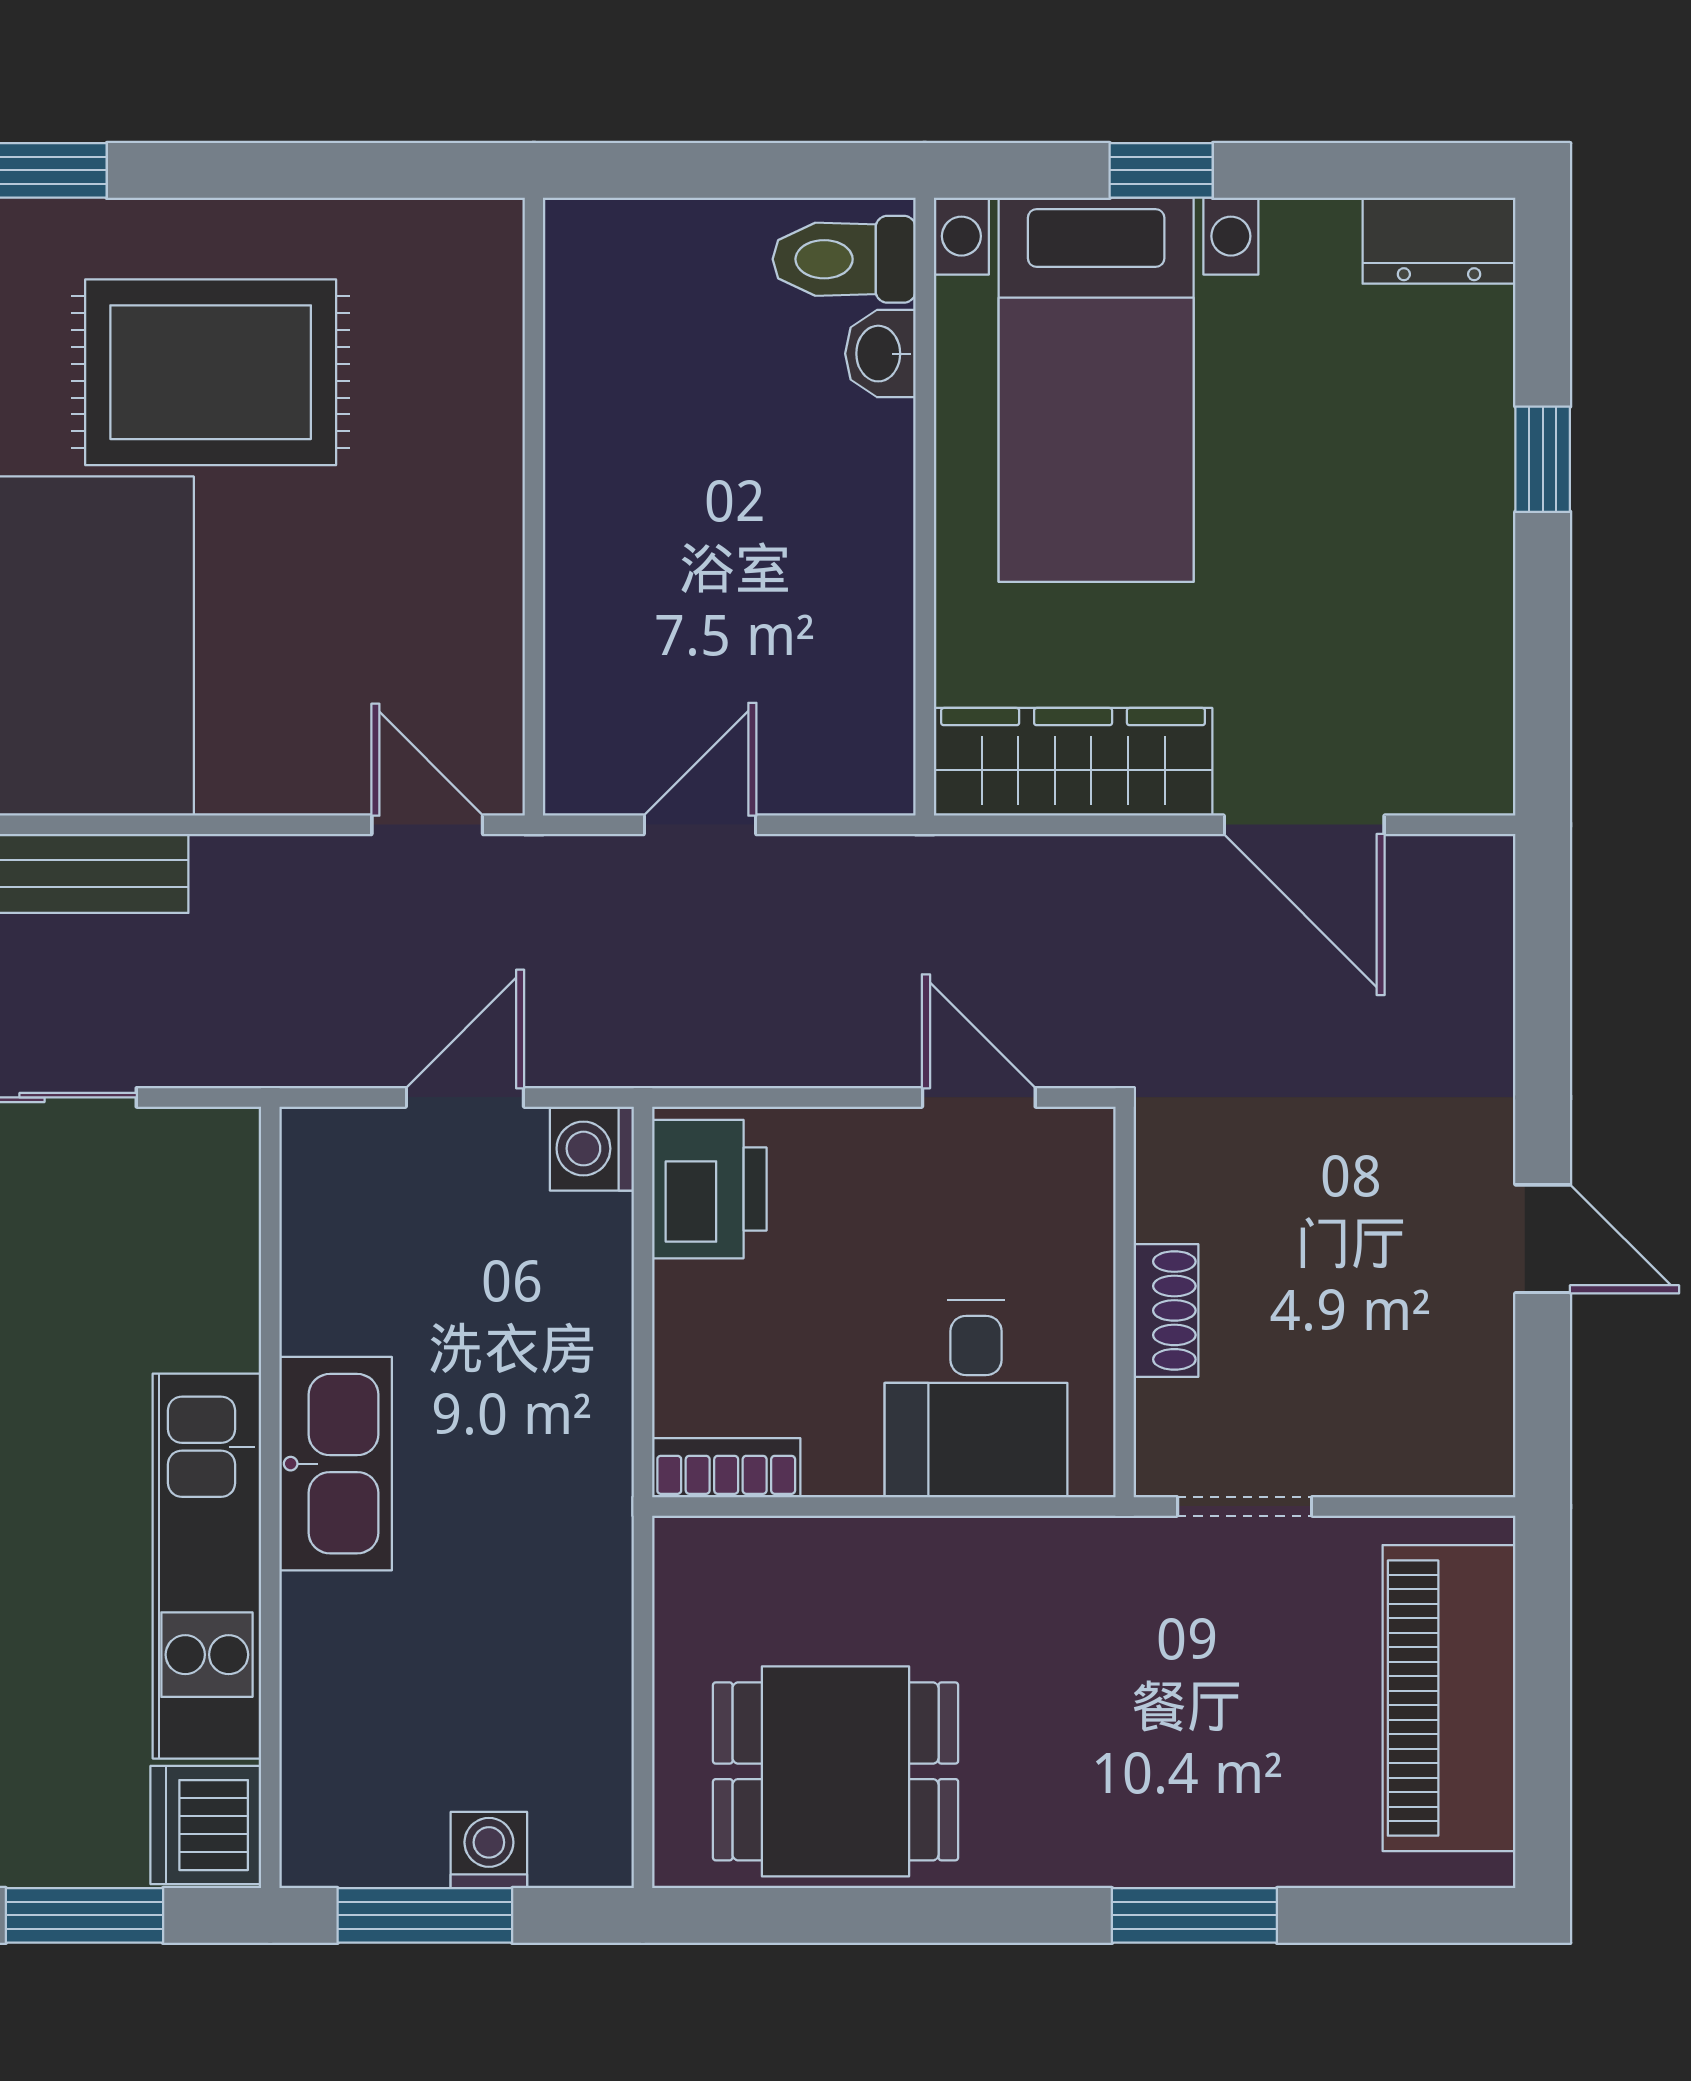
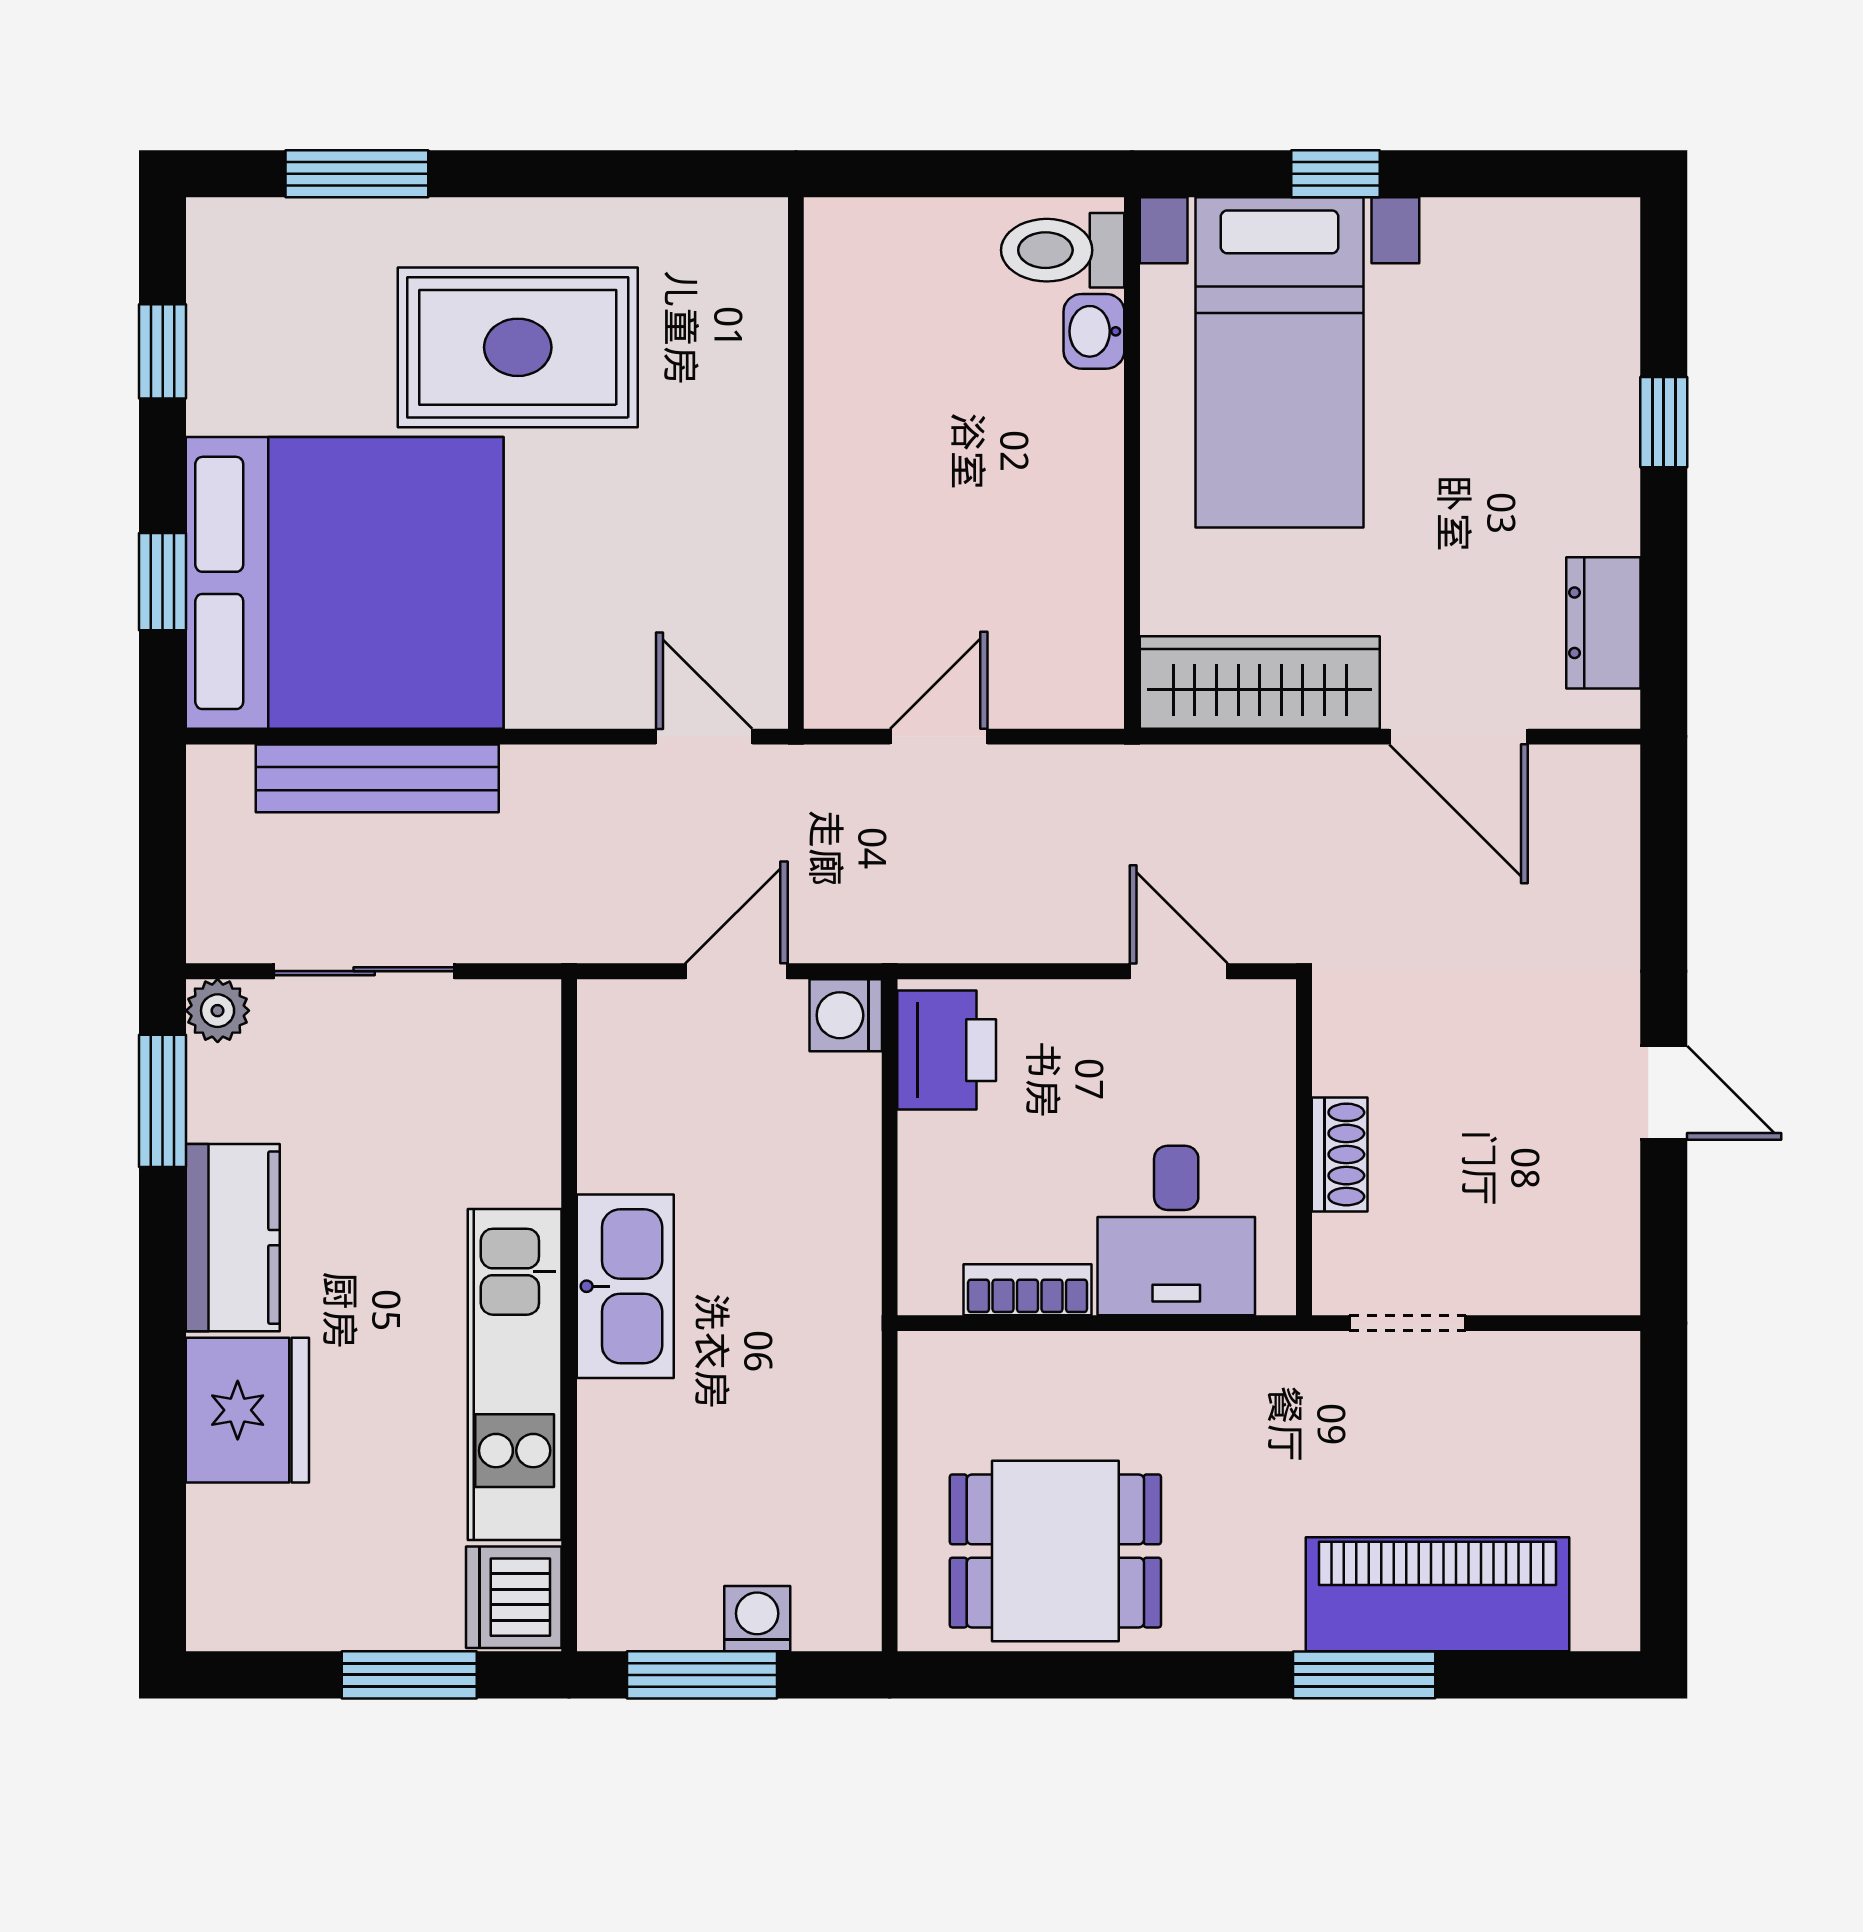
dresser: (1439, 241) -> (1603, 623), moved, turned 90
bookcase: (726, 1468) -> (1027, 1290), moved
piano: (1449, 1698) -> (1437, 1594), moved, turned 90

